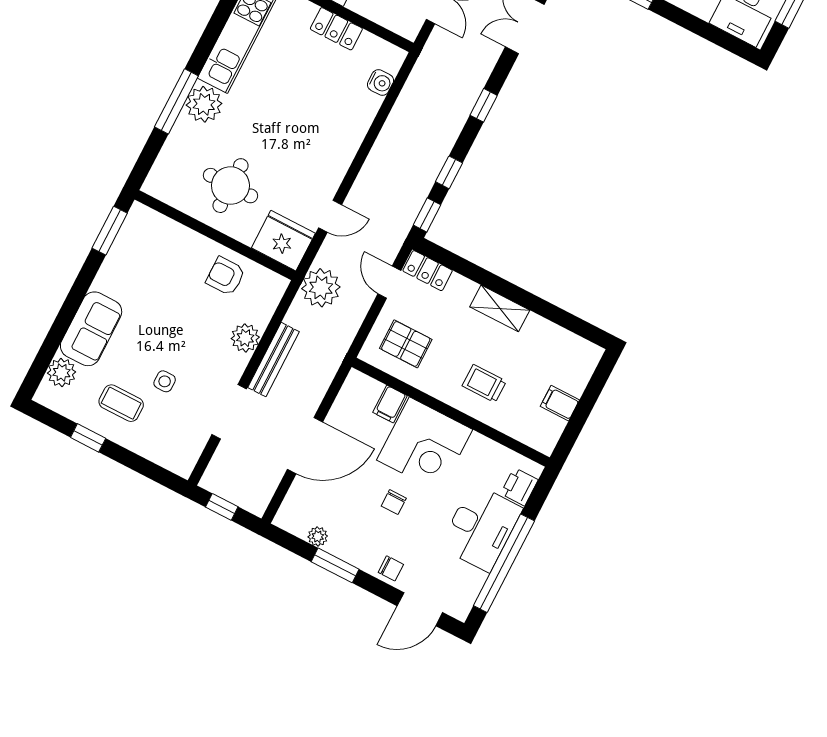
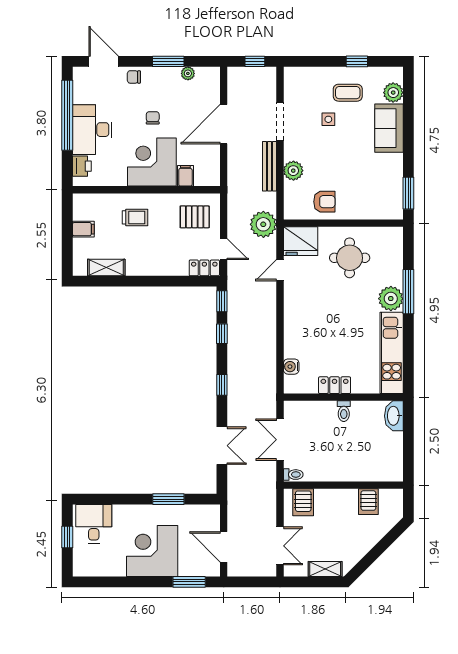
shelving: (500, 308) -> (106, 268), moved
door: (420, 609) -> (104, 61), hinge flipped

